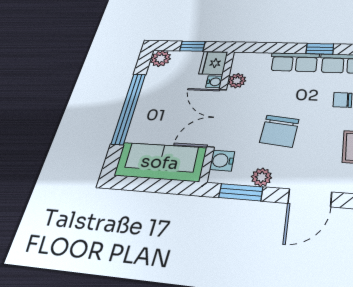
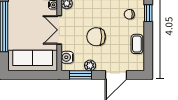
double door: (217, 117) -> (59, 30), width x0.73
chair: (279, 131) -> (96, 37), turned 84

